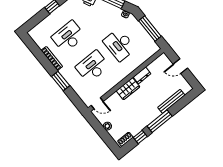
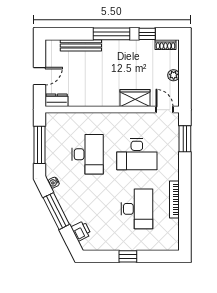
desk: (68, 37) -> (137, 209), turned -90
door: (180, 66) -> (39, 76), hinge flipped
dresser: (142, 75) -> (57, 100), moved
window: (61, 81) -> (185, 139), moved
wardrobe: (128, 89) -> (135, 98), moved

